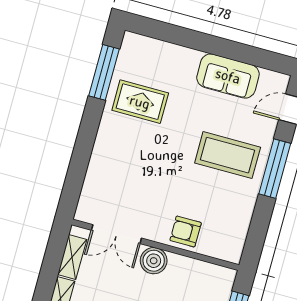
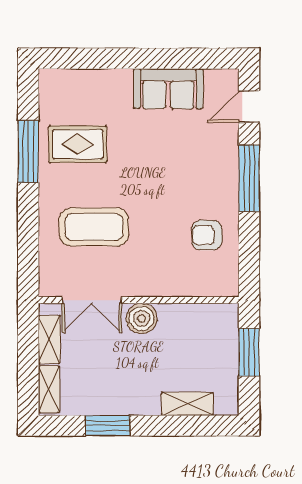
window: (104, 72) -> (28, 152), moved
coffee table: (228, 155) -> (94, 227), moved
armchair: (186, 231) -> (207, 235), moved

